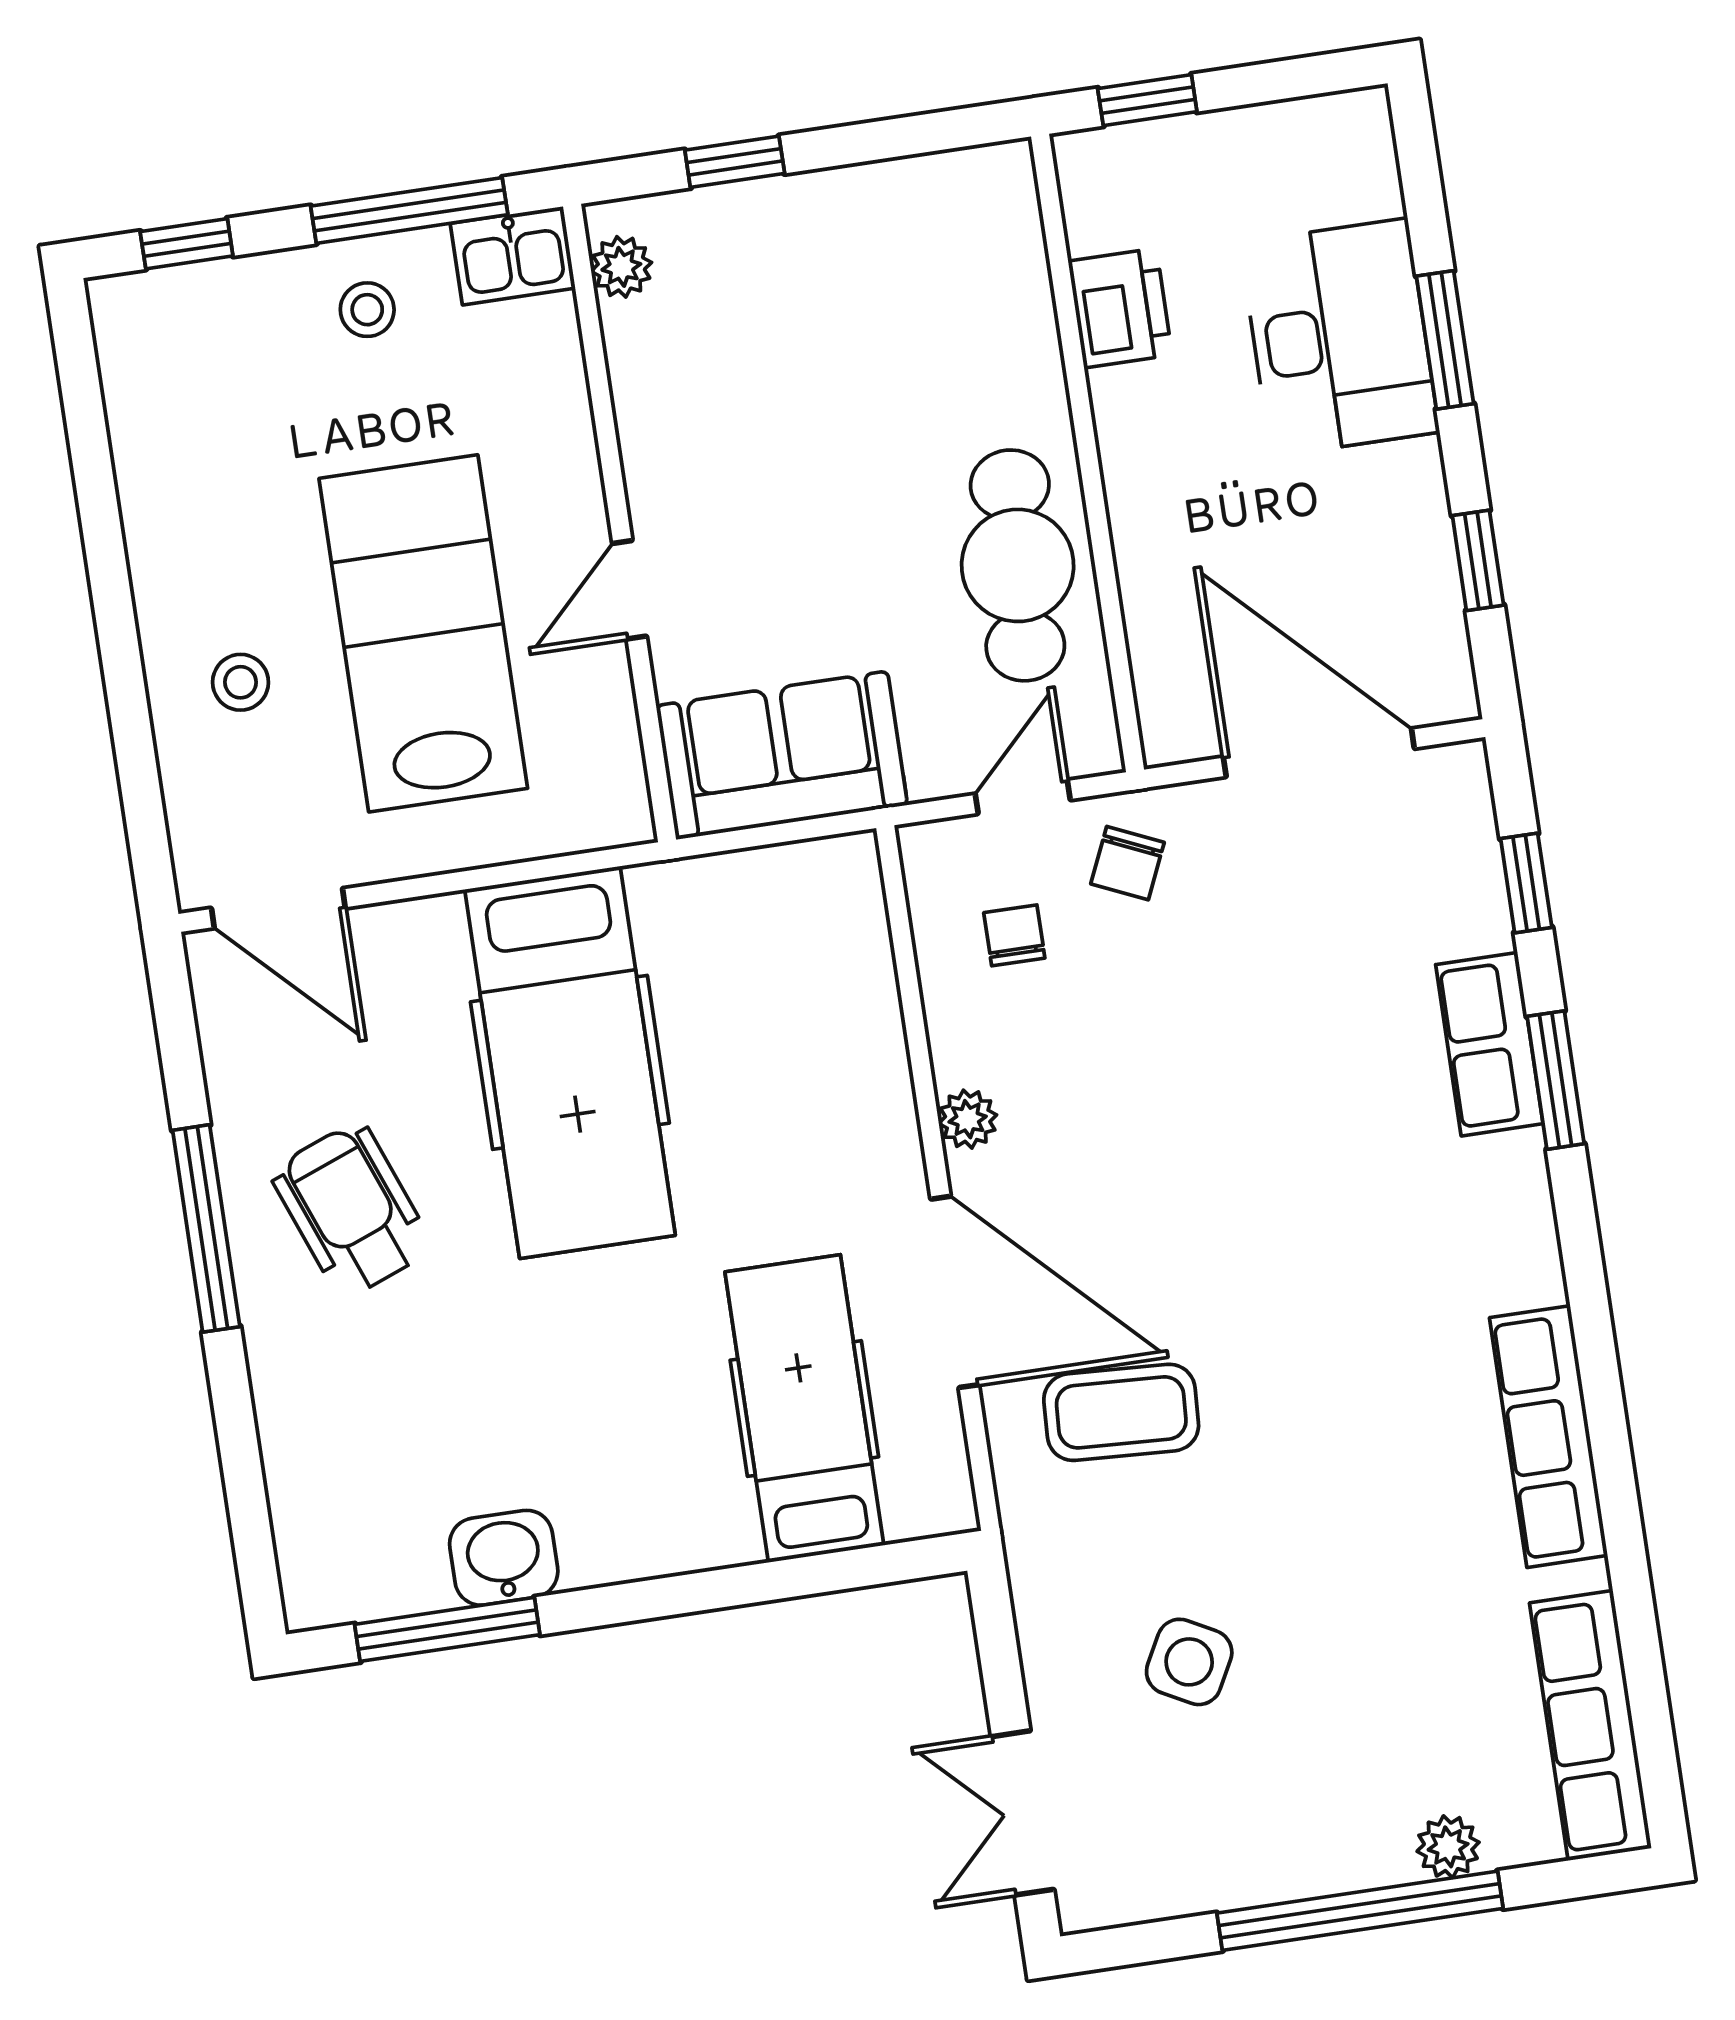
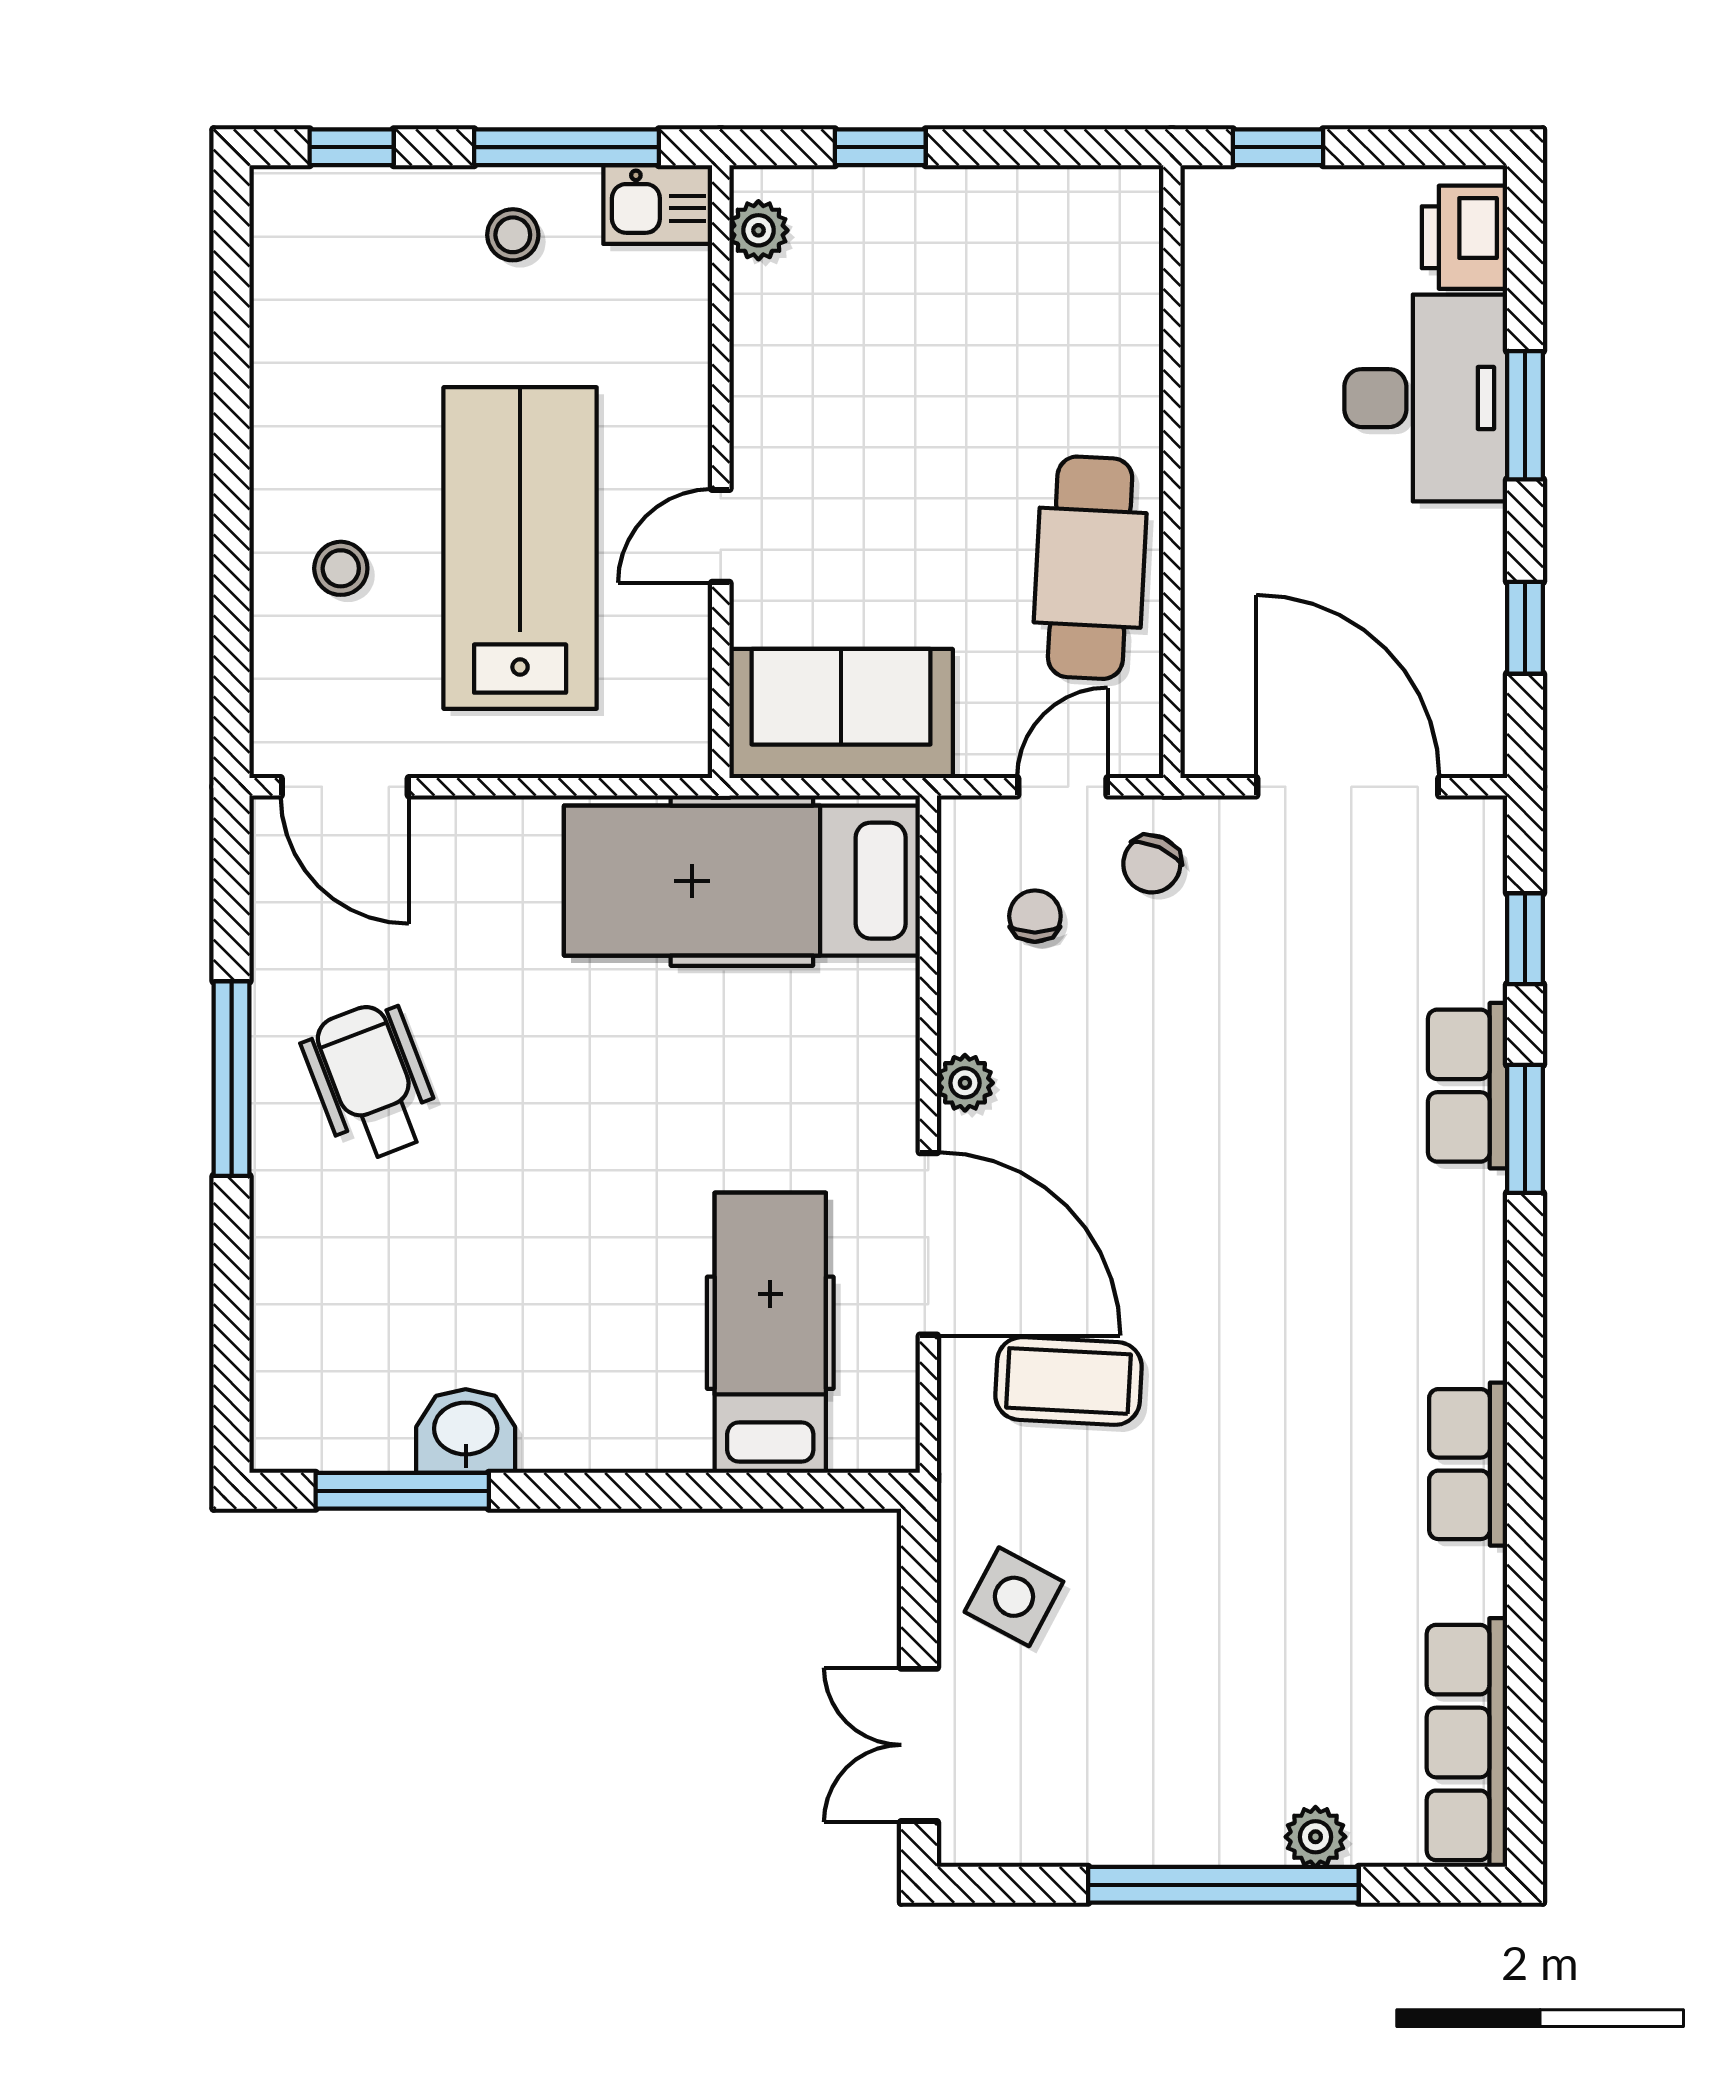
printer: (1120, 308) -> (1464, 237), moved, turned 180
hospital bed: (570, 1062) -> (742, 881), moved, turned 90
row of seats: (1549, 1437) -> (1468, 1464), width x0.68
side table: (1189, 1662) -> (1014, 1597), moved

